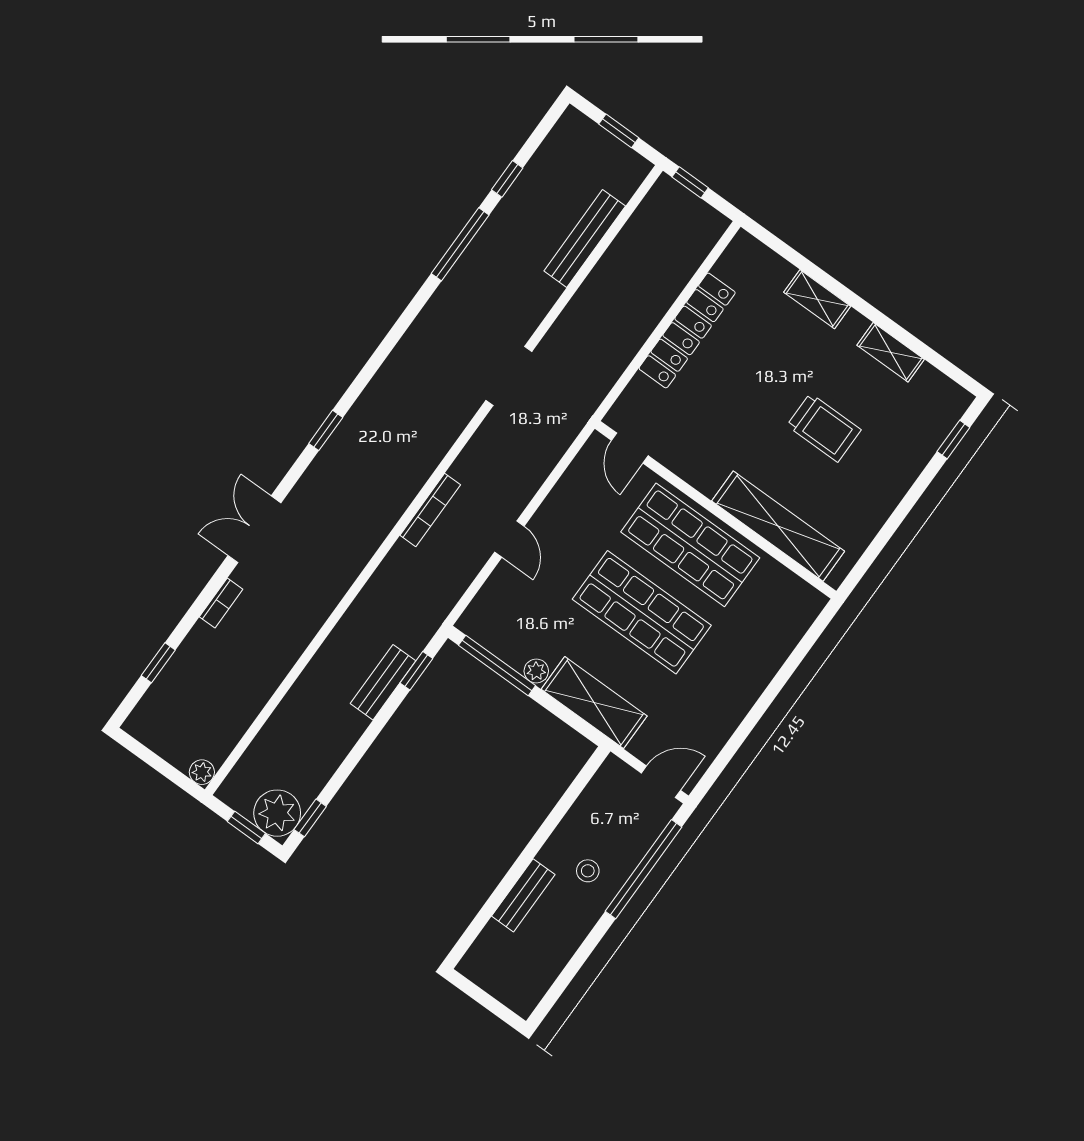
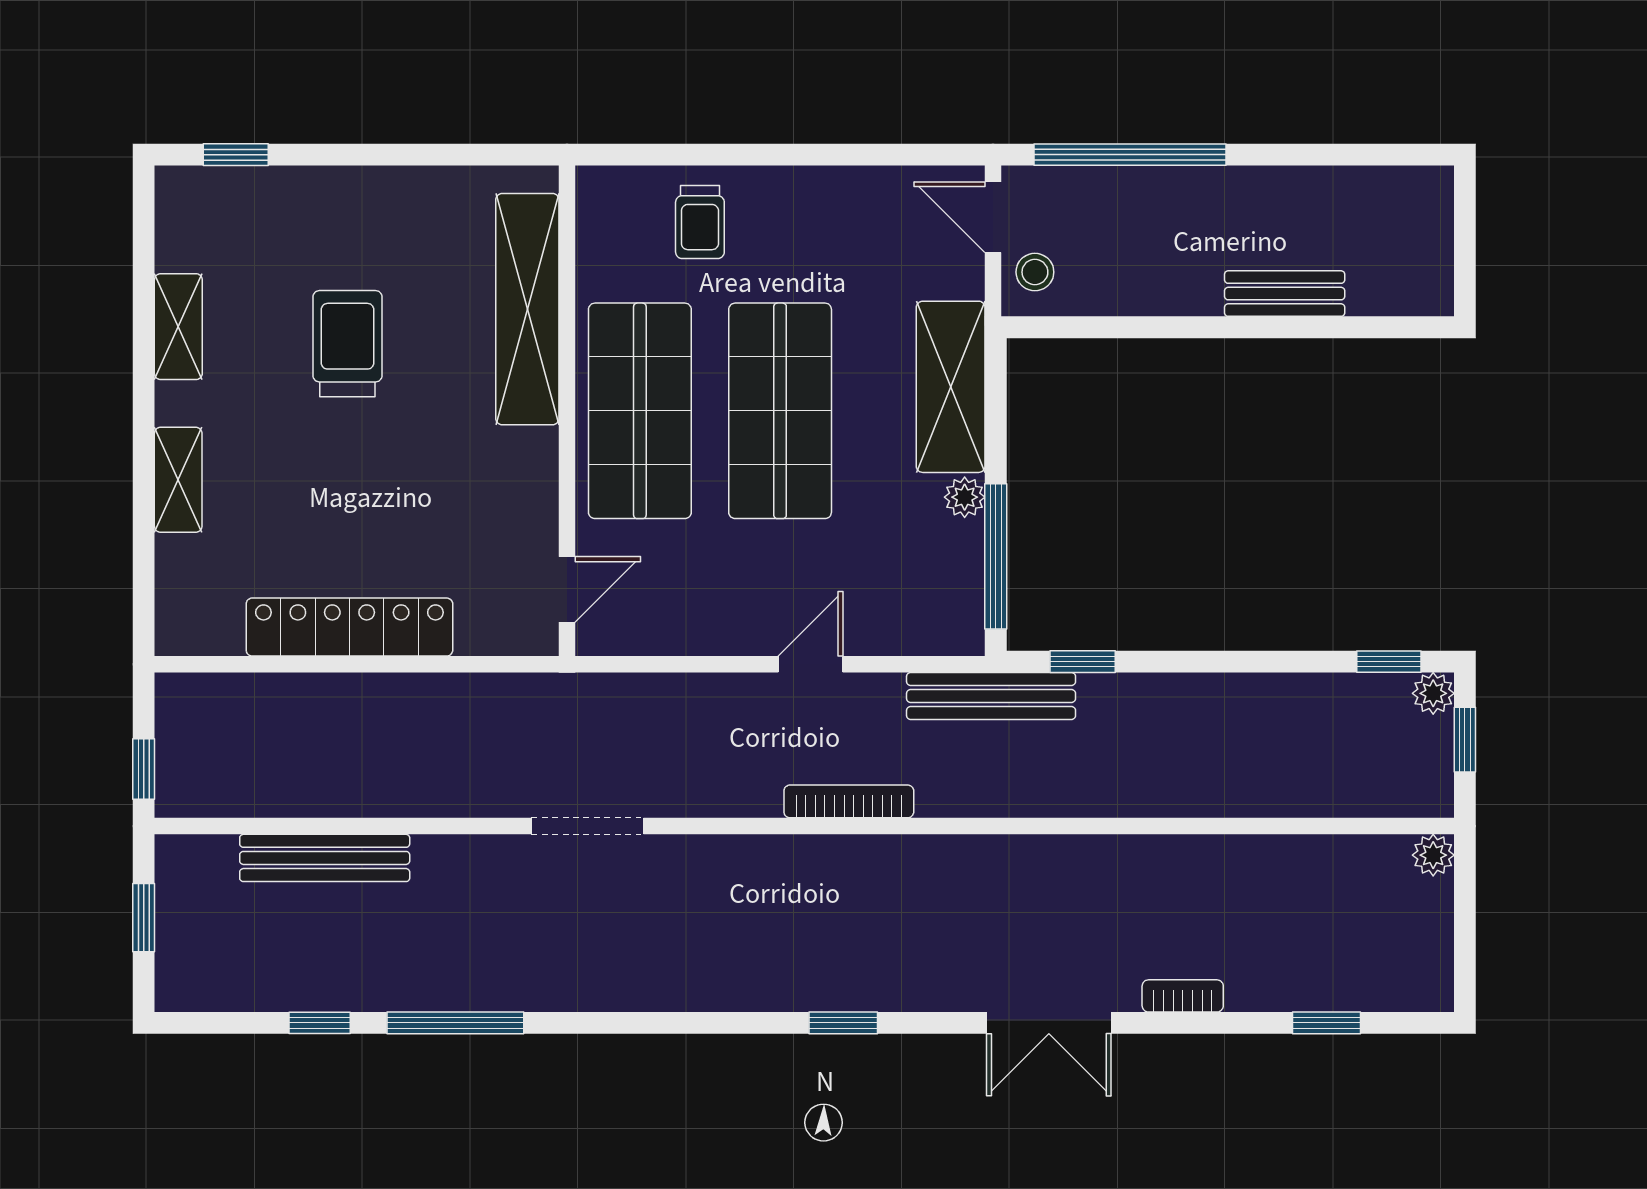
trolley: (760, 639) -> (700, 222), added
bench: (383, 682) -> (991, 696), moved, width x1.36
plant: (277, 813) -> (1433, 693), width x0.53, depth x0.53
stool: (588, 871) -> (1035, 272), moved

